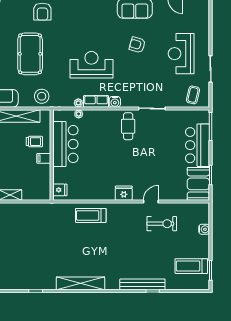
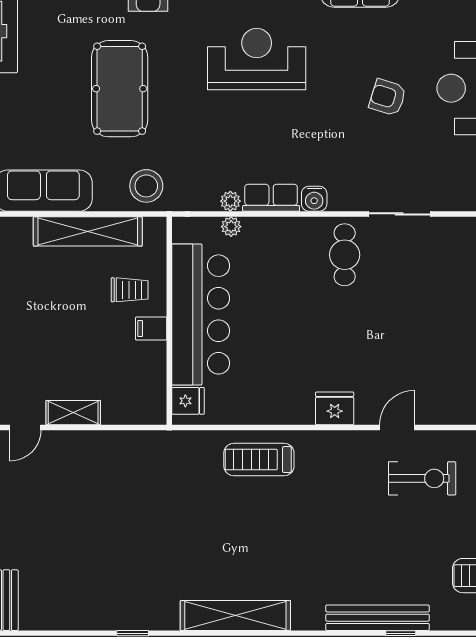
armchair: (137, 45) -> (388, 97), moved
reception desk: (91, 65) -> (257, 59), moved
bar counter: (65, 144) -> (201, 314), width x1.36

